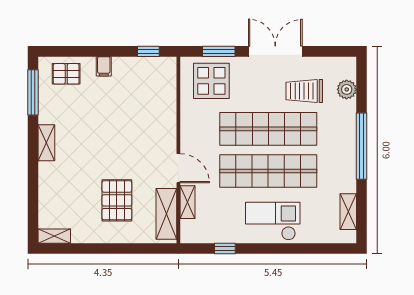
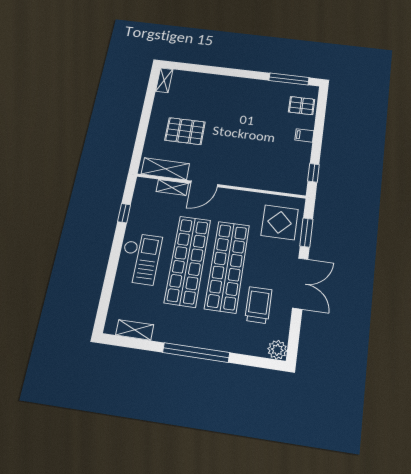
pallet: (66, 74) -> (302, 106), turned 90
plant: (347, 89) -> (277, 350), moved
shelving: (46, 143) -> (244, 84), removed

